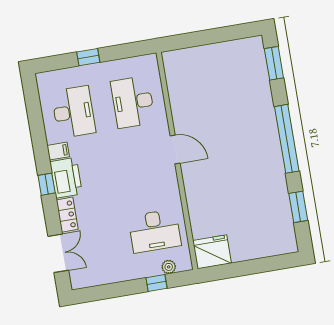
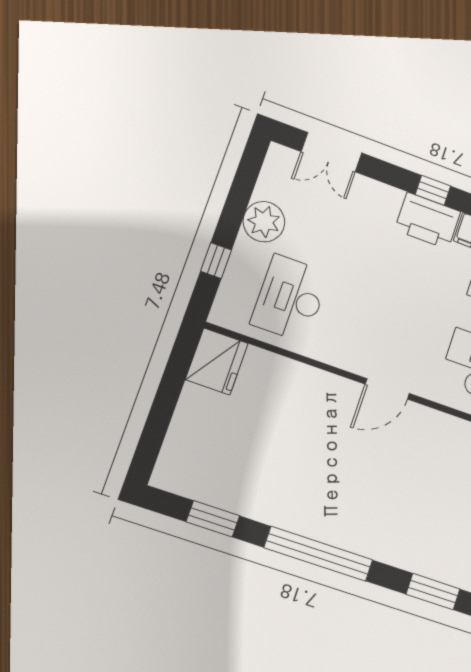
locker: (67, 215) -> (377, 194), removed
plant: (169, 267) -> (264, 222), moved, width x1.87, depth x1.87

